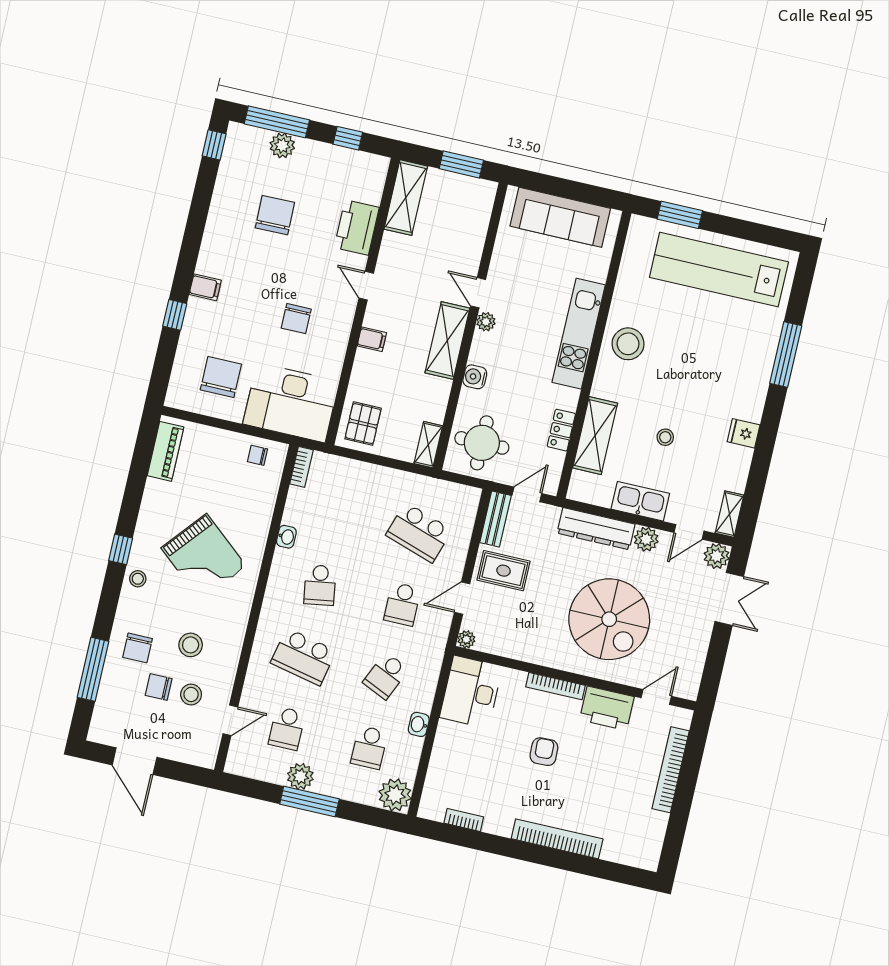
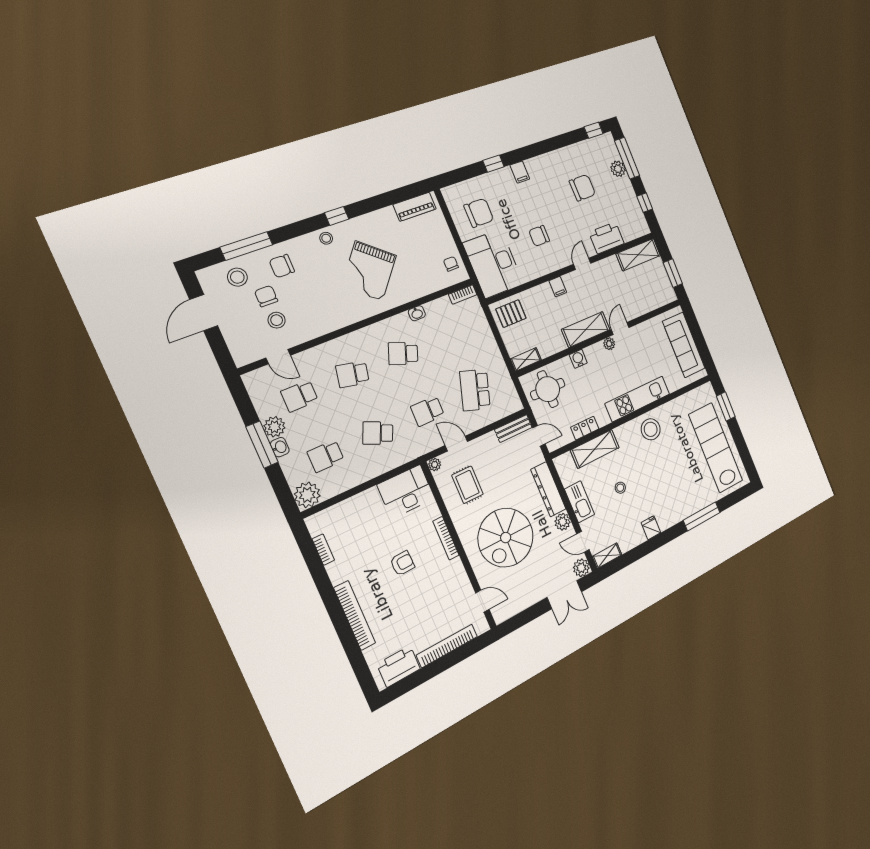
rug: (504, 571) -> (467, 485), moved
school desk: (320, 585) -> (403, 354), turned 30
stool: (191, 645) -> (237, 277), moved
school desk: (303, 657) -> (353, 374), width x0.54
printer: (607, 708) -> (399, 666), moved, turned 90
washbasin: (419, 724) -> (280, 447), moved, turned 90

